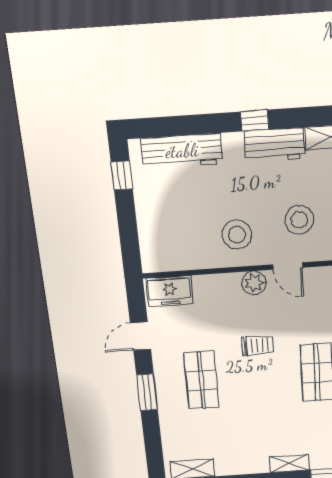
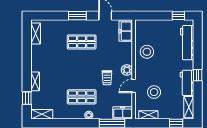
stool: (237, 235) -> (147, 52), moved
trolley: (258, 345) -> (107, 78), moved

